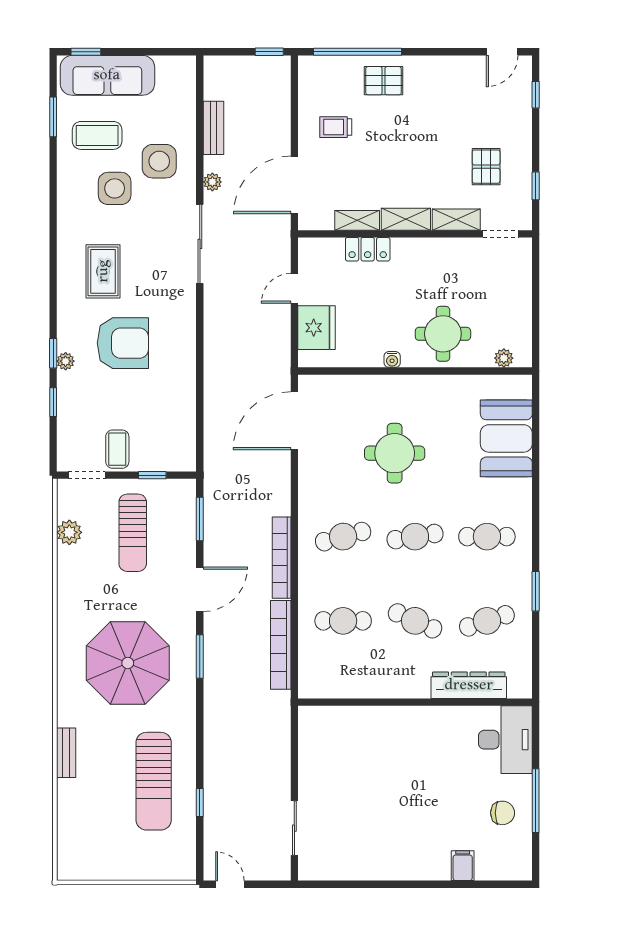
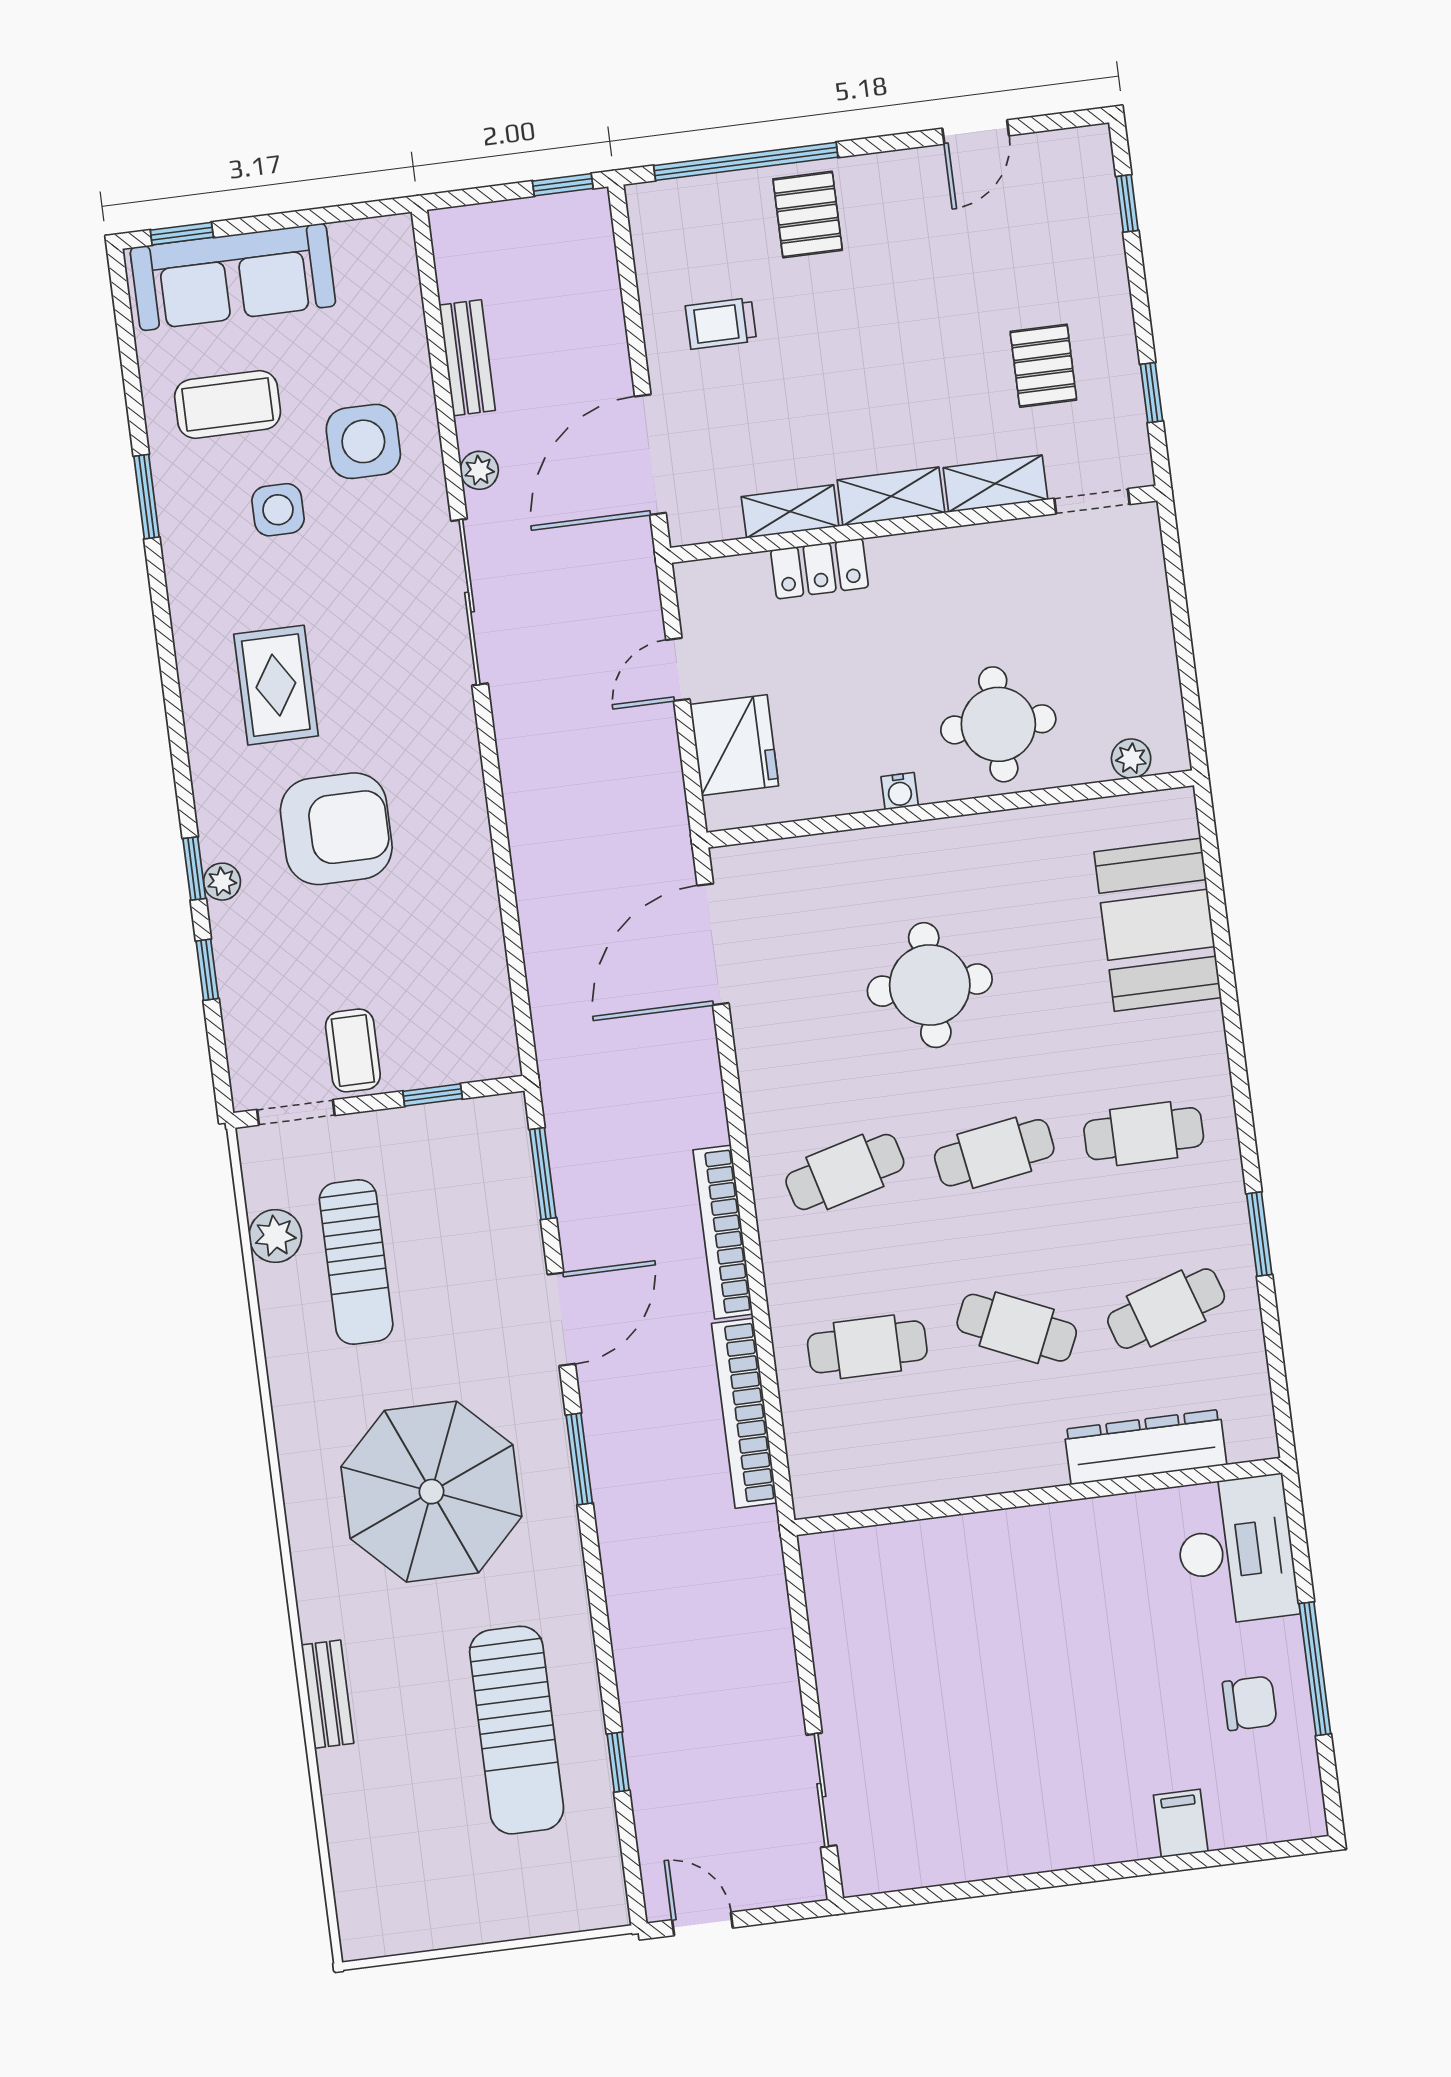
door: (502, 52) -> (976, 132), moved
pallet: (383, 81) -> (808, 215), turned 90
window: (53, 117) -> (147, 497), moved
side table: (115, 188) -> (278, 510), width x0.73, depth x0.73
sun lounger: (133, 533) -> (356, 1262), moved

